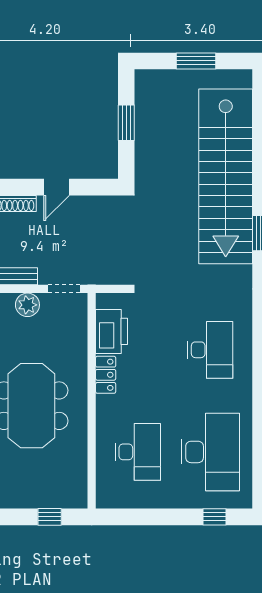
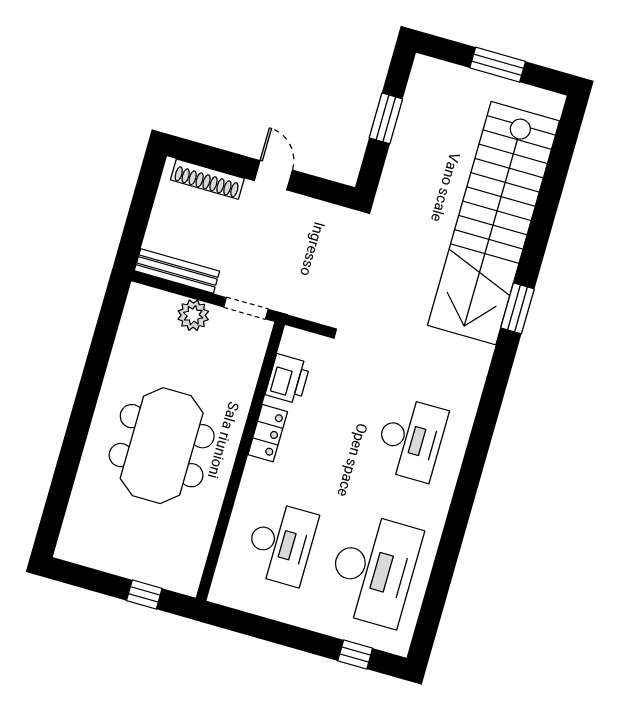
door: (57, 187) -> (273, 175), swing flipped
printer: (112, 331) -> (288, 379), width x0.73, depth x0.84

